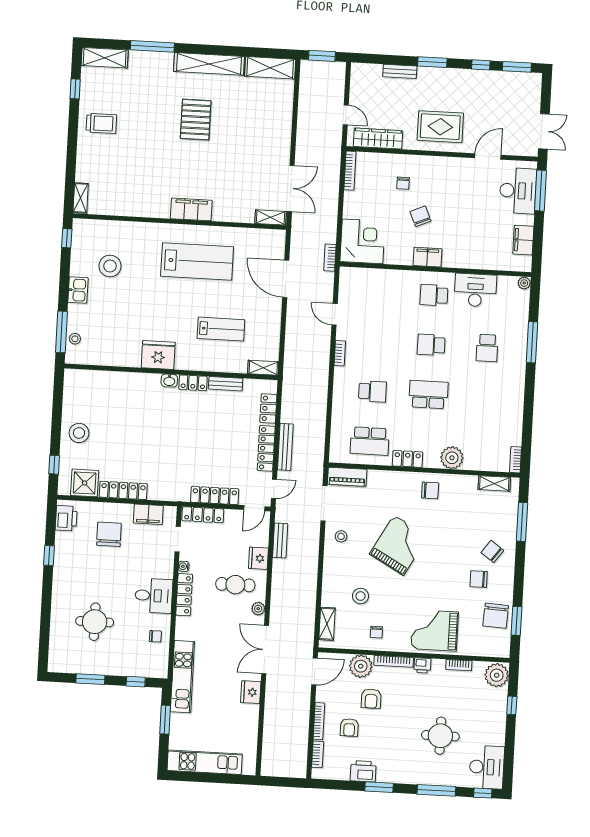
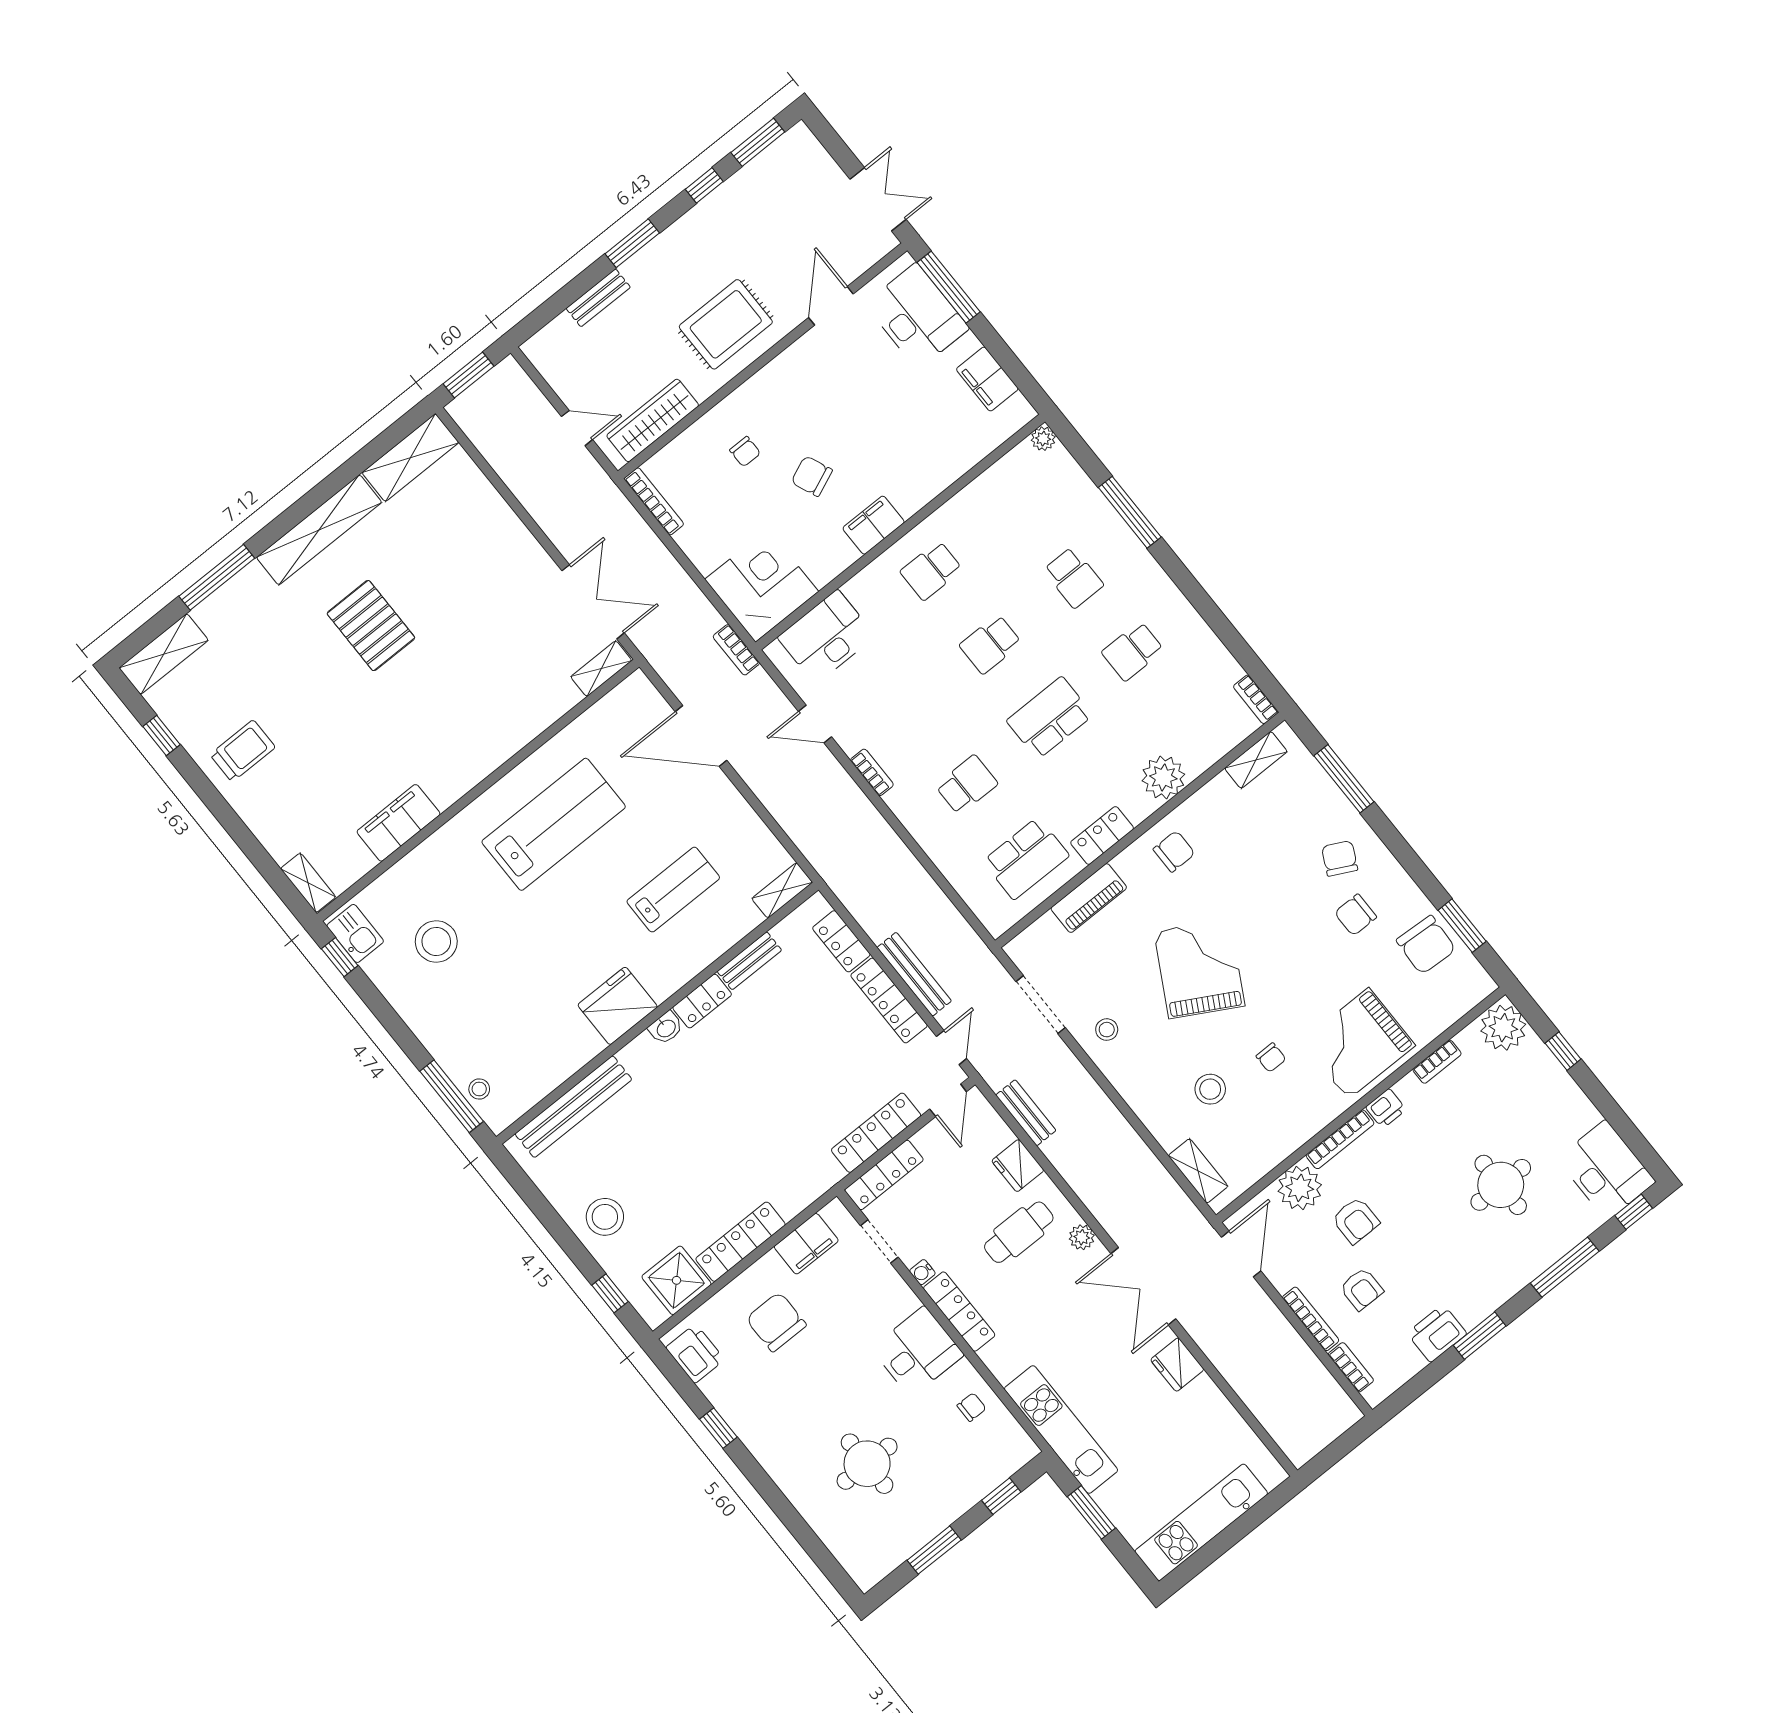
filing cabinet: (191, 209) -> (399, 823), moved
kitchen sink: (78, 290) -> (355, 933), moved
desk: (475, 290) -> (826, 637), moved
bench: (105, 379) -> (573, 1107), added
school desk: (484, 398) -> (1133, 651), added
piano: (347, 477) -> (1089, 898), moved
chair: (492, 551) -> (1340, 858), turned 81
chair: (376, 632) -> (1271, 1058), moved

